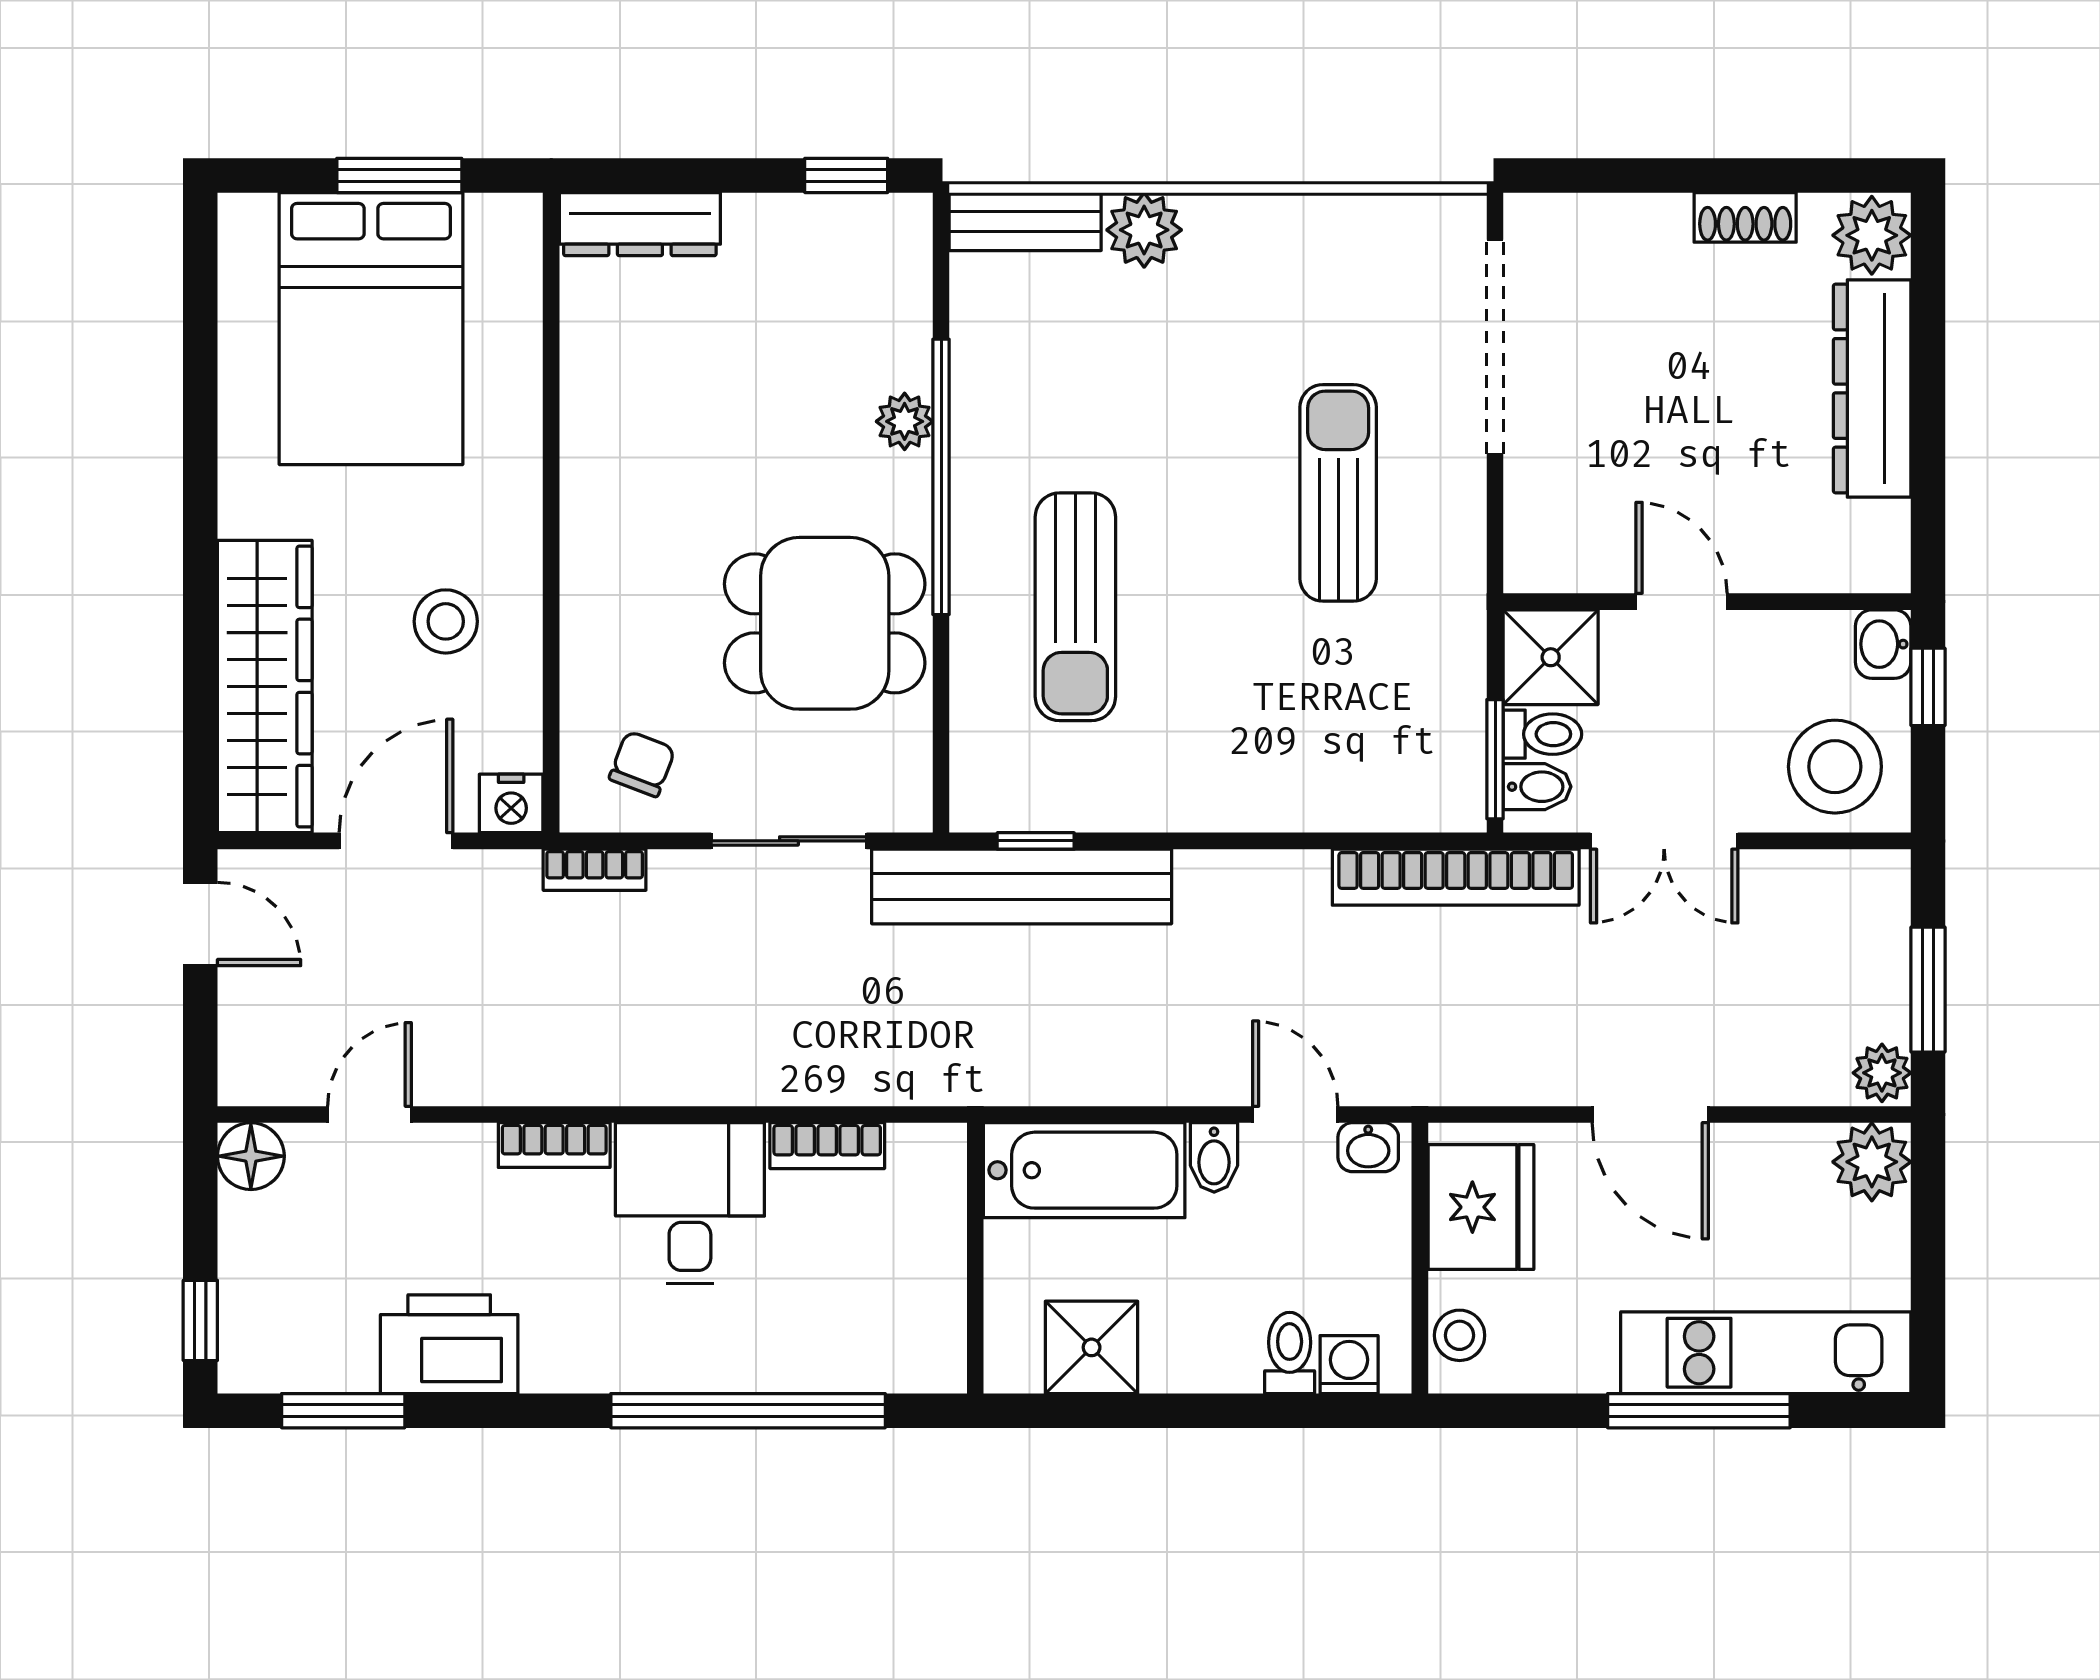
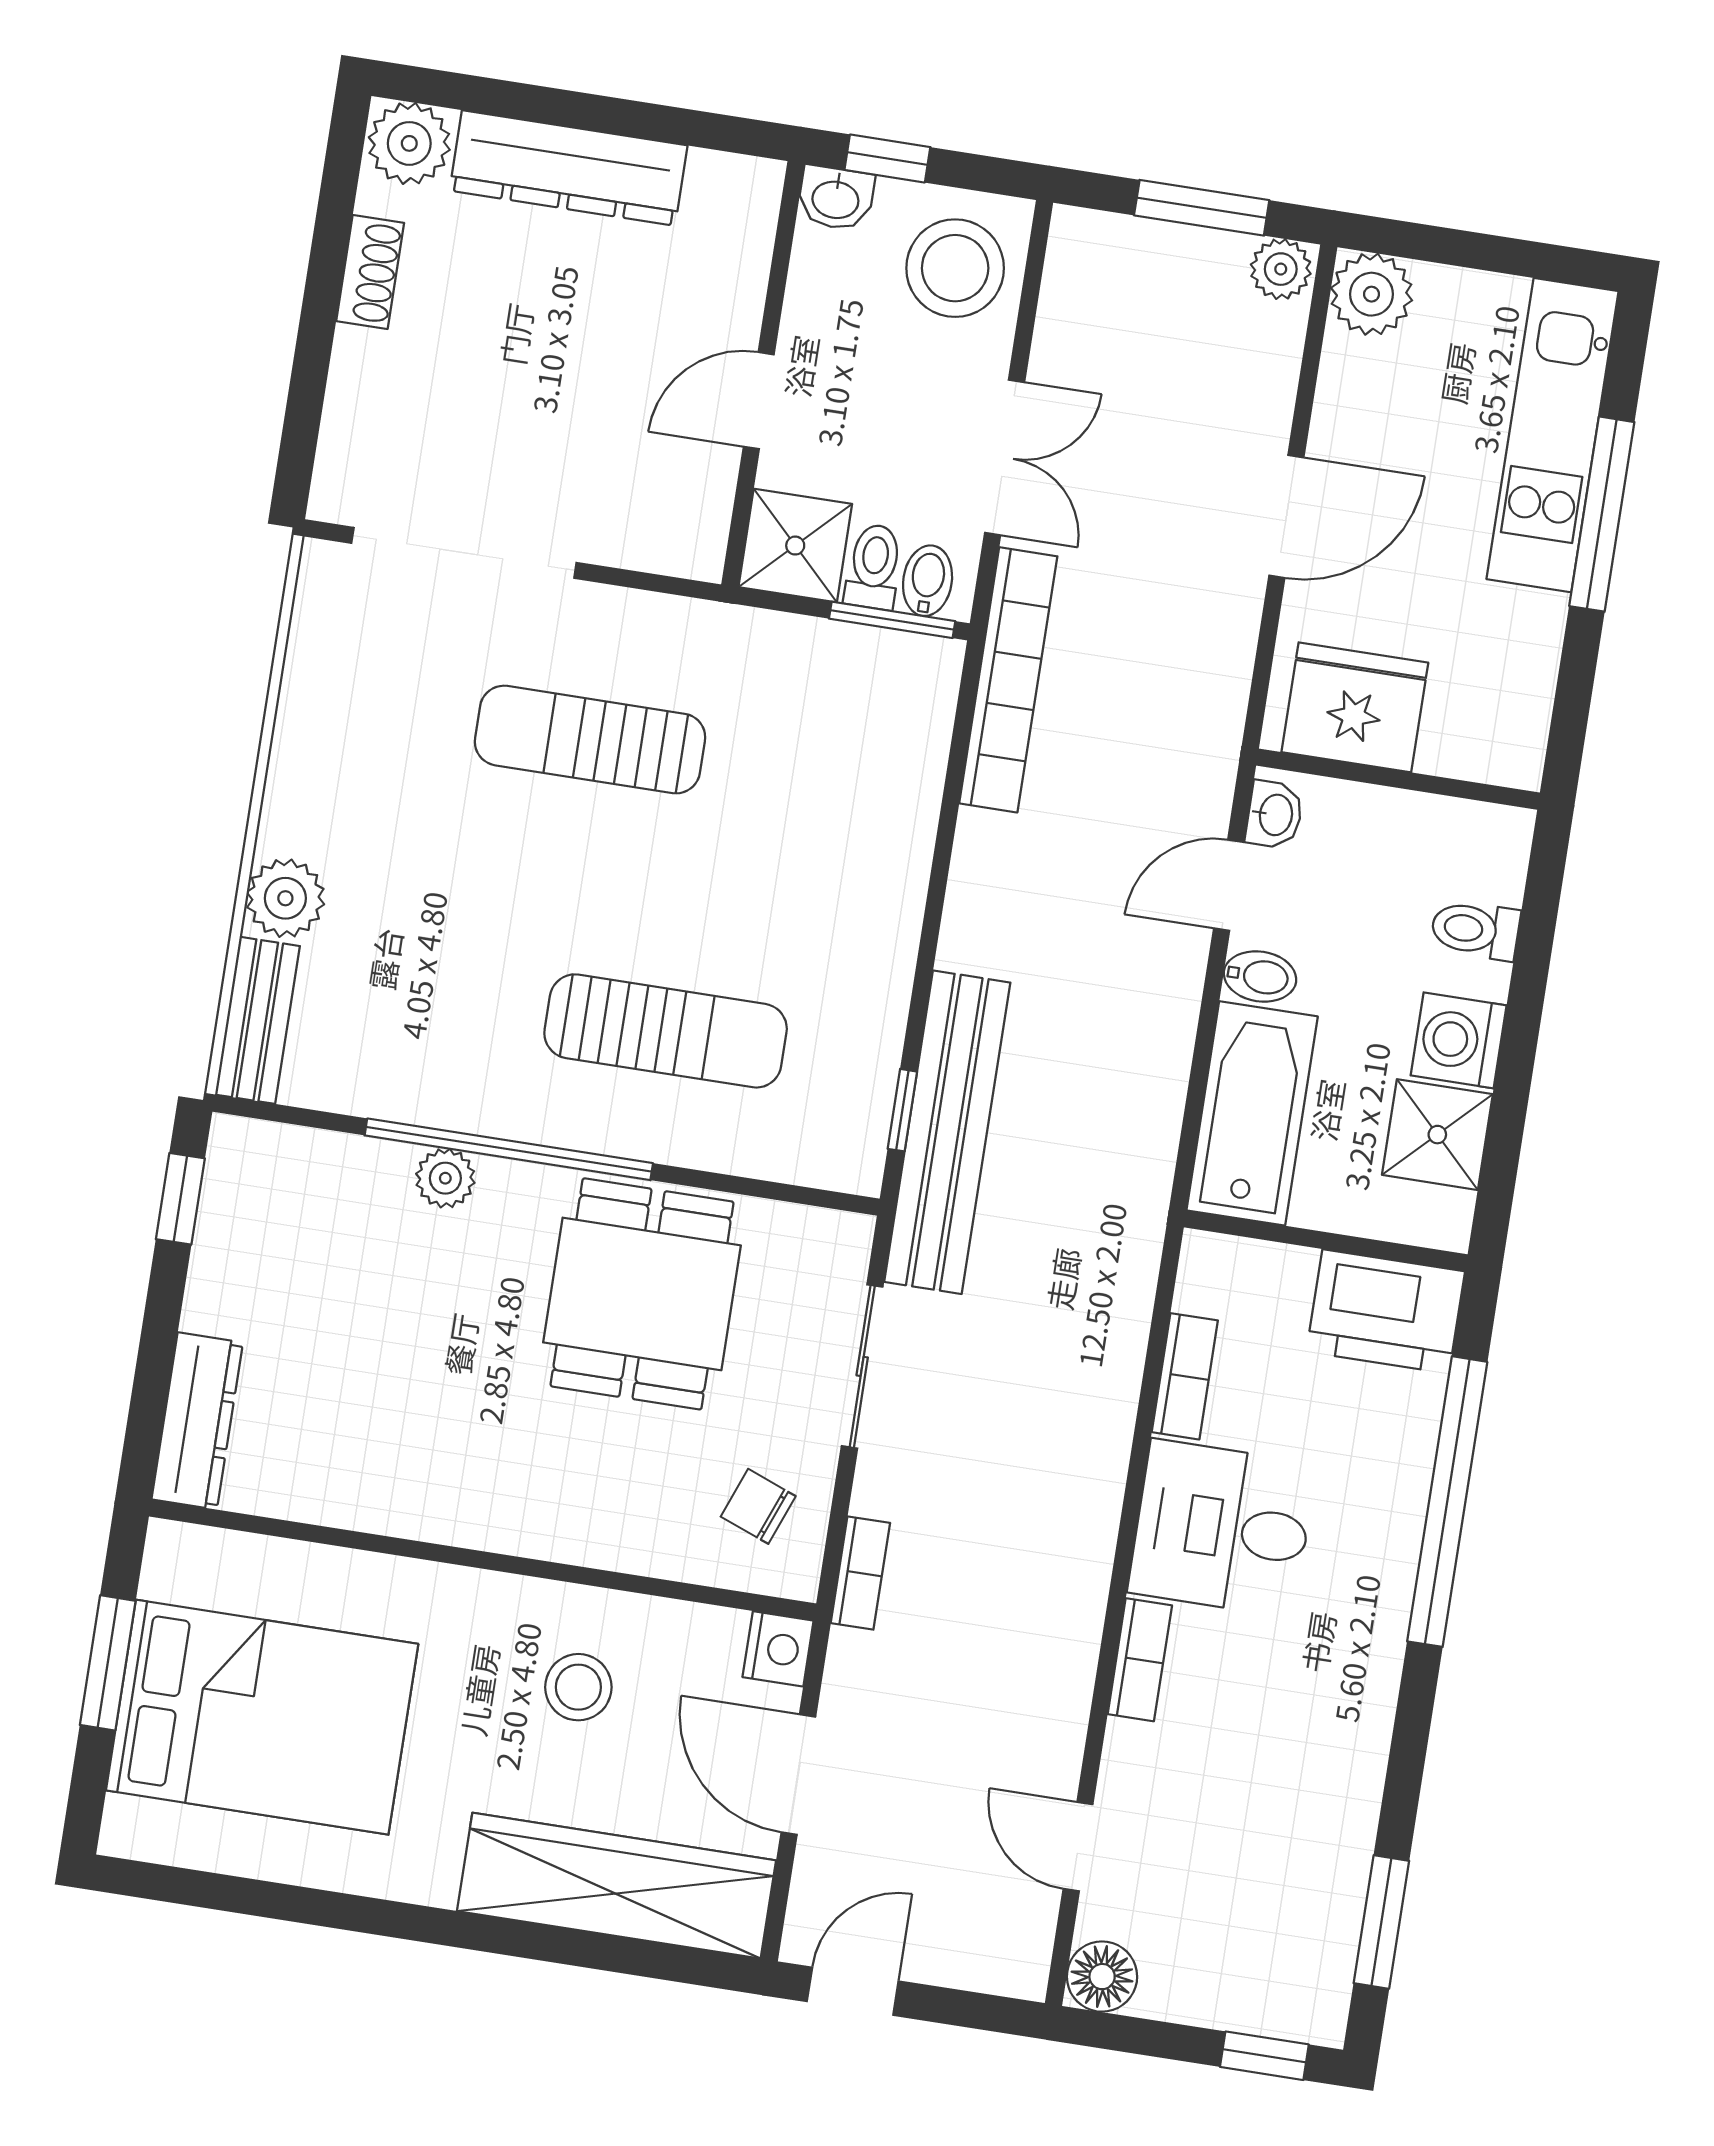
stool: (1460, 1335) -> (1485, 750), removed
printer: (449, 1344) -> (1386, 1311), moved, turned -90
washing machine: (1349, 1365) -> (1459, 1040), moved, width x1.38, depth x1.38

